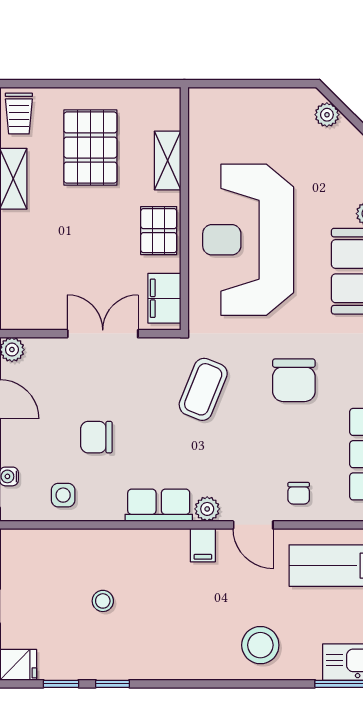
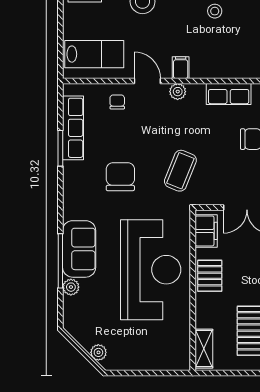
shelving: (168, 160) -> (204, 349), moved
row of seats: (159, 505) -> (229, 94), moved
stool: (103, 601) -> (215, 11), moved

